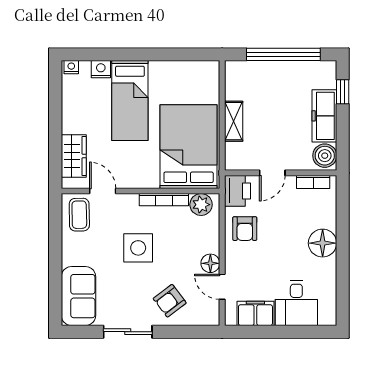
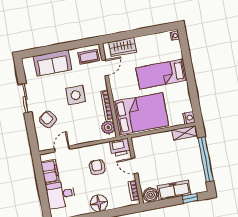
nightstand: (101, 69) -> (189, 118), moved
shelving: (234, 121) -> (185, 133), moved
armchair: (245, 229) -> (97, 167), moved, turned 90
floor lamp: (210, 263) -> (75, 139), removed
sofa: (78, 296) -> (52, 63), moved

